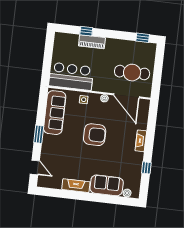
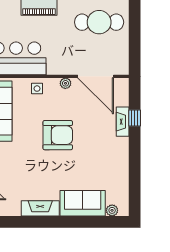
cafe table: (132, 73) -> (99, 22), moved
fireplace: (141, 141) -> (123, 122), moved
window: (146, 168) -> (135, 118), moved

